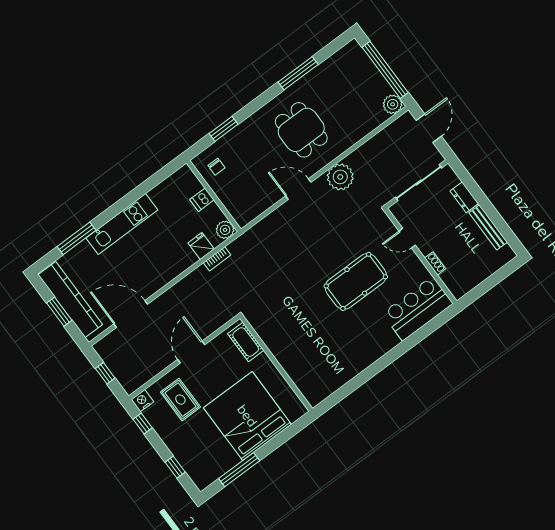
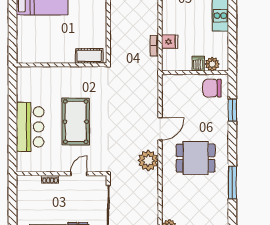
chair: (217, 167) -> (212, 88), width x1.87, depth x1.87
plant: (225, 230) -> (212, 64), moved
bar counter: (418, 308) -> (30, 127), moved
cot: (246, 342) -> (89, 56), moved
wall: (276, 363) -> (62, 65), moved

